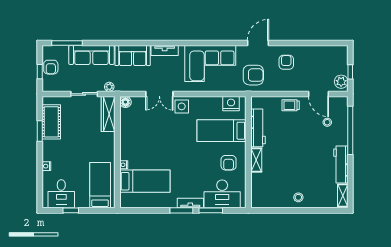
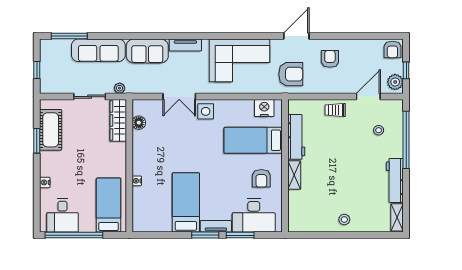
armchair: (51, 67) -> (392, 50), moved
door: (319, 94) -> (368, 97), swing flipped
floor lamp: (125, 102) -> (139, 123), moved
bed: (145, 181) -> (186, 202), moved, turned -90
window: (71, 210) -> (74, 235), width x3.17

